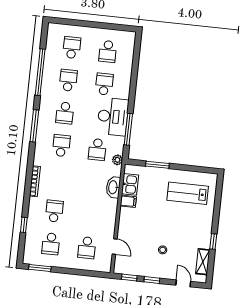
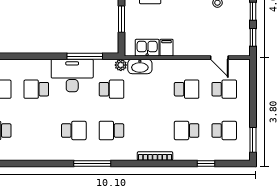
window: (40, 72) -> (30, 163), removed
school desk: (68, 80) -> (187, 89), moved, turned 180
washbasin: (113, 187) -> (140, 66), moved
door: (115, 246) -> (219, 58), swing flipped

